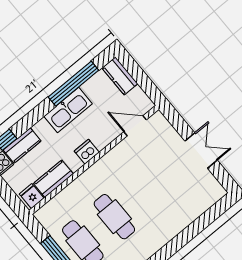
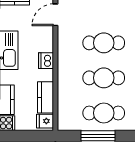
cafe table: (146, 190) -> (104, 43), added

